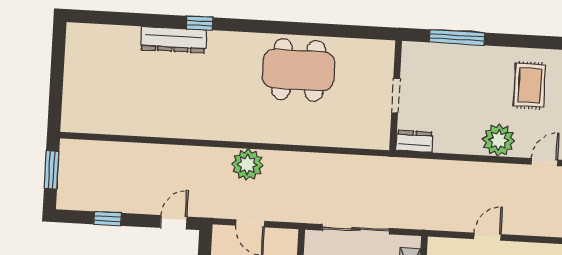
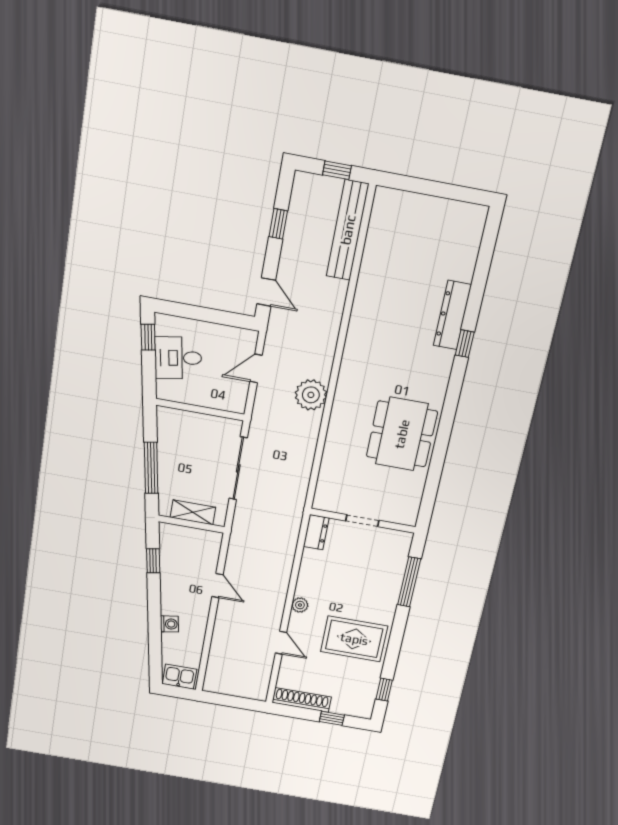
rug: (530, 85) -> (354, 639), width x1.36, depth x1.43
plant: (499, 140) -> (300, 605), width x0.53, depth x0.53
bench: (105, 152) -> (348, 230), added
plant: (247, 165) -> (311, 395), moved
window: (52, 170) -> (337, 170), width x0.67

